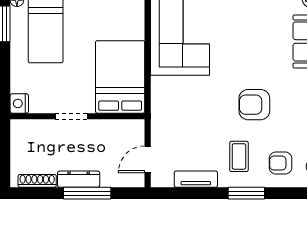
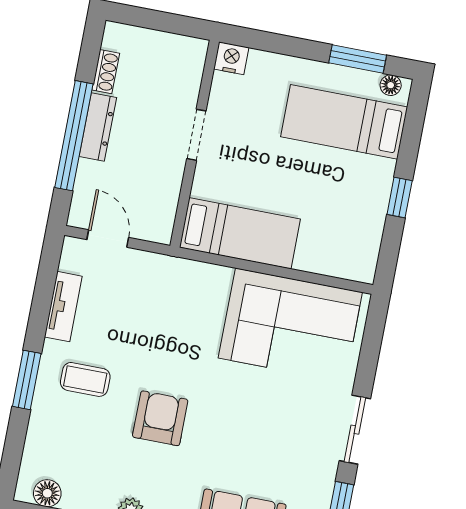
bed: (120, 77) -> (240, 233), width x0.67
armchair: (281, 163) -> (63, 441), removed
shoe rack: (37, 181) -> (106, 72), width x0.70
window: (87, 193) -> (74, 136), width x1.46

